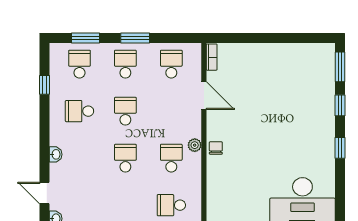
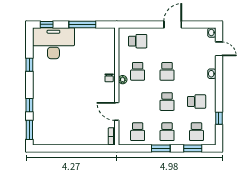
window: (340, 148) -> (29, 65), moved

